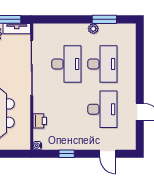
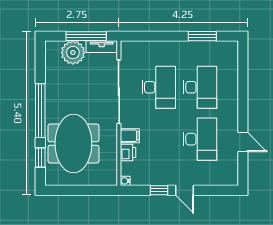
plant: (93, 29) -> (189, 47), removed
filing cabinet: (41, 106) -> (130, 136), added
door: (108, 154) -> (185, 190), moved

